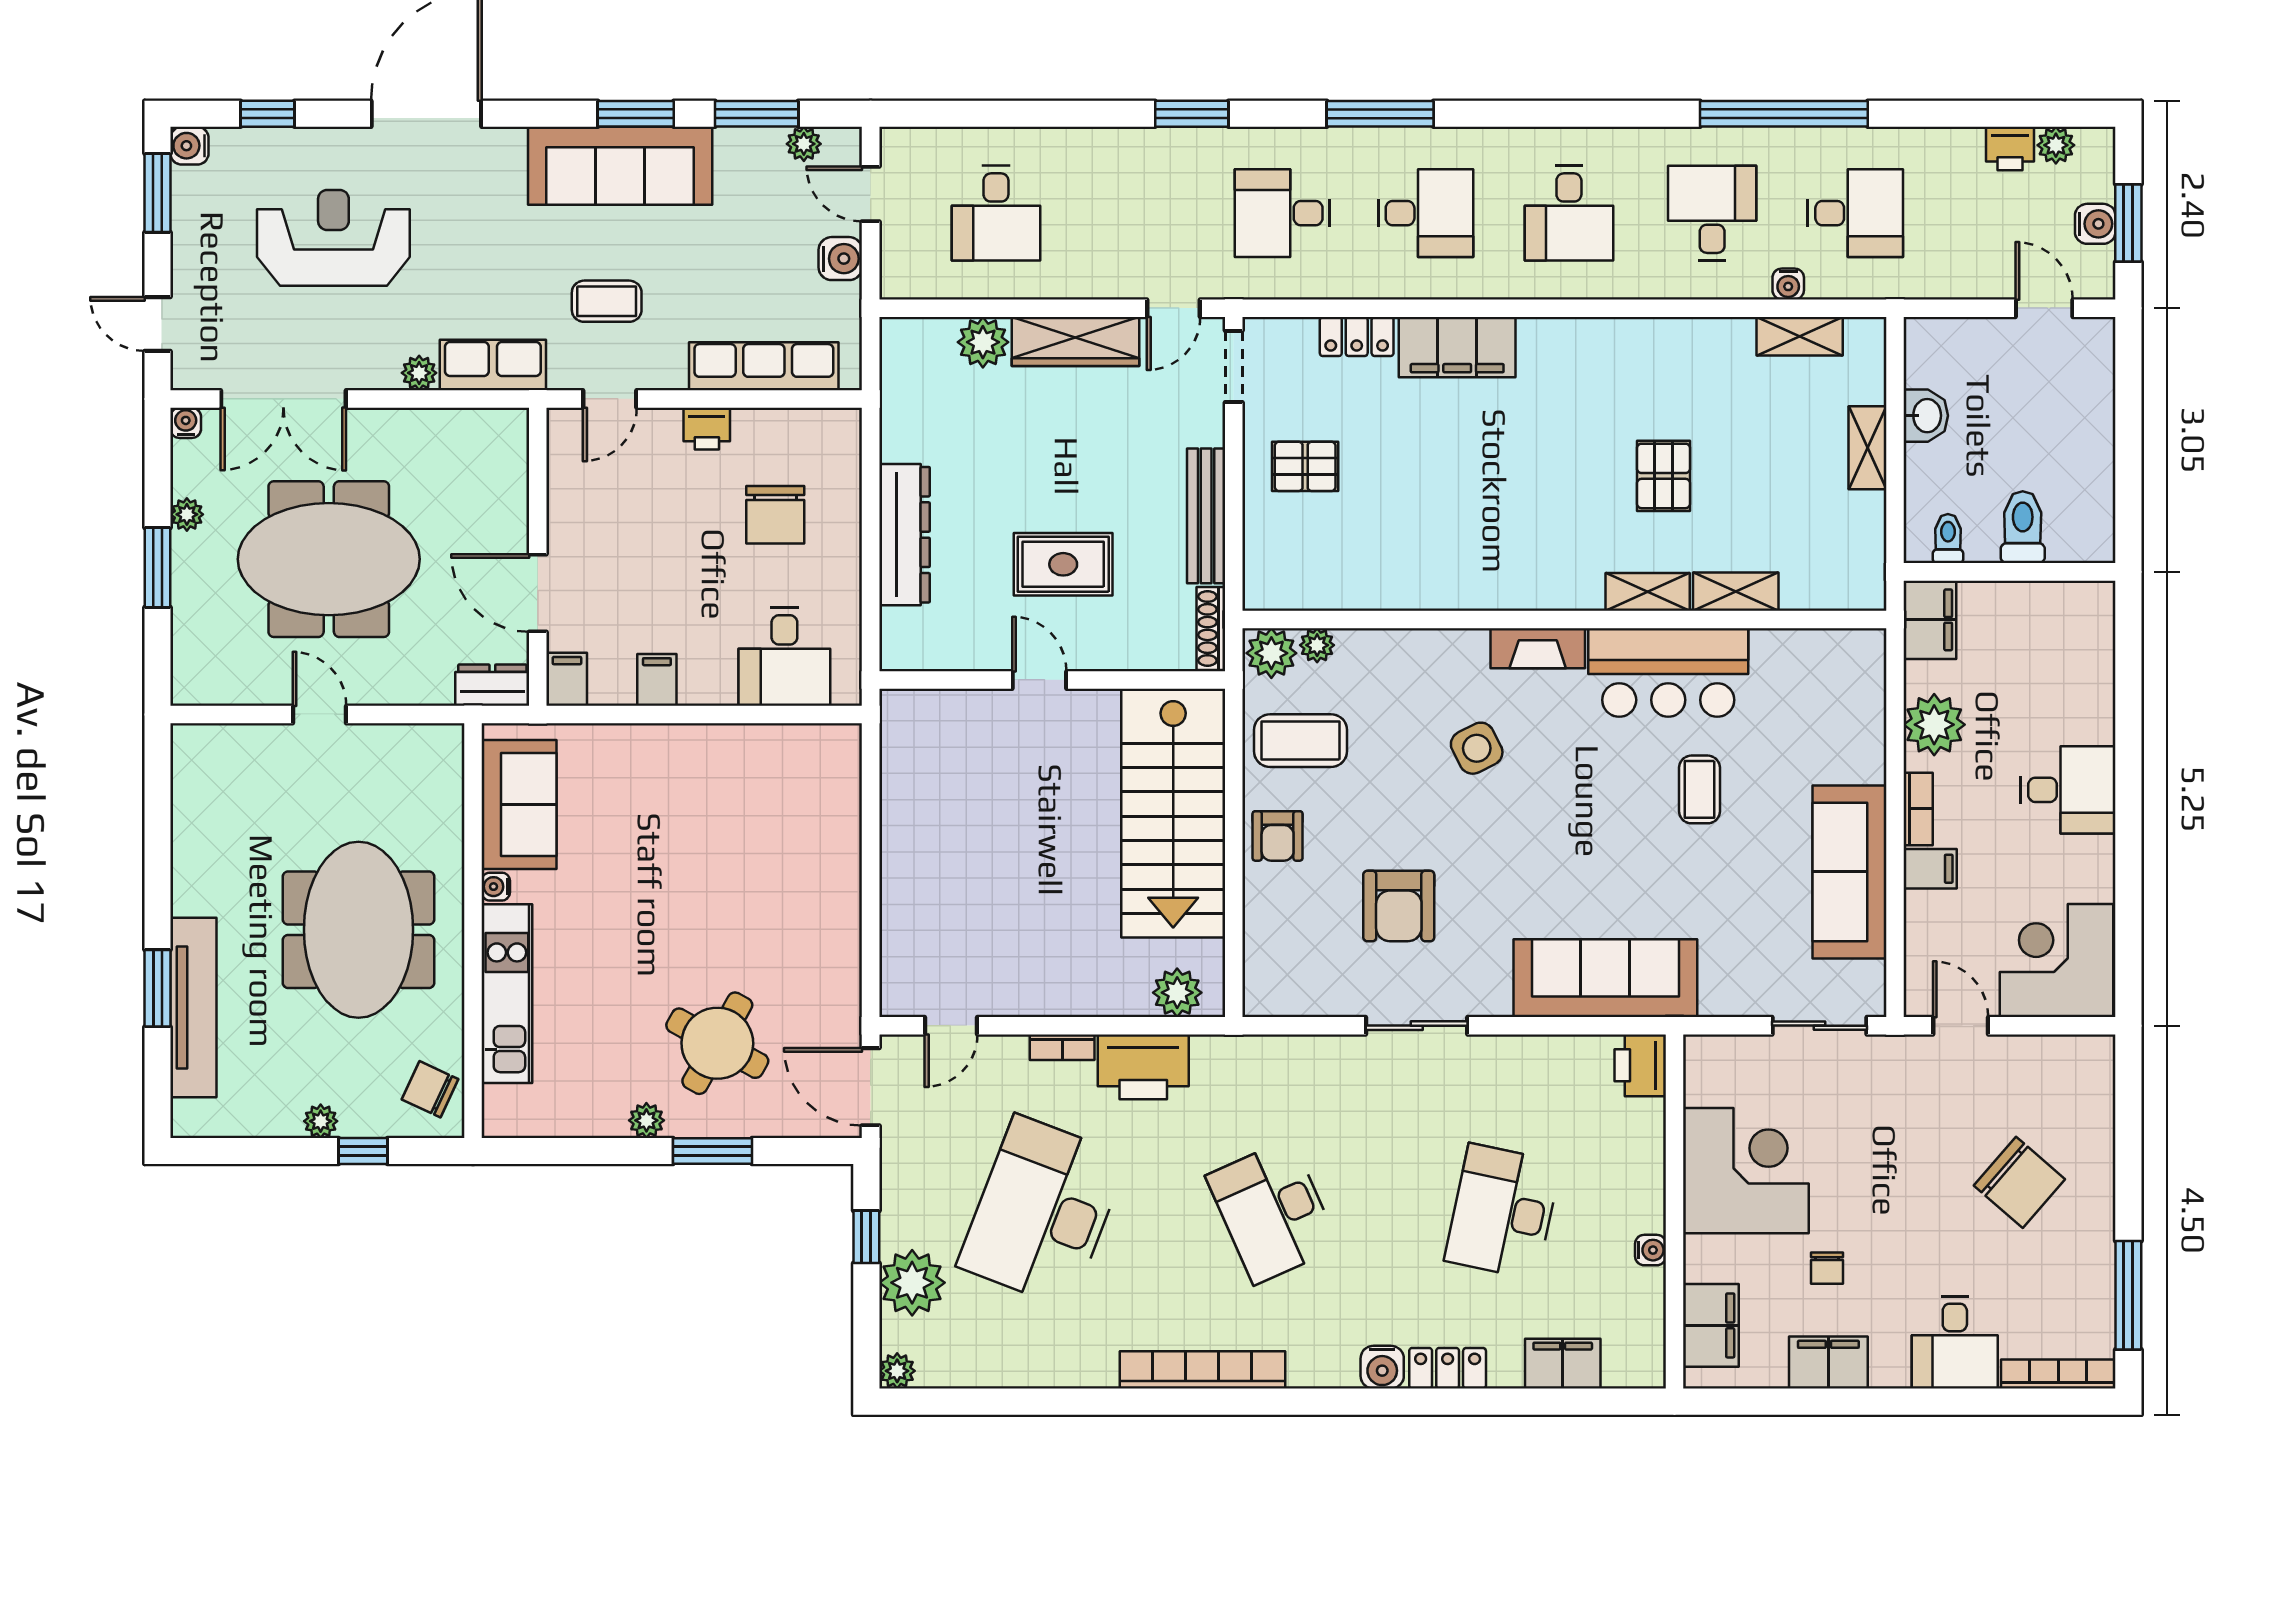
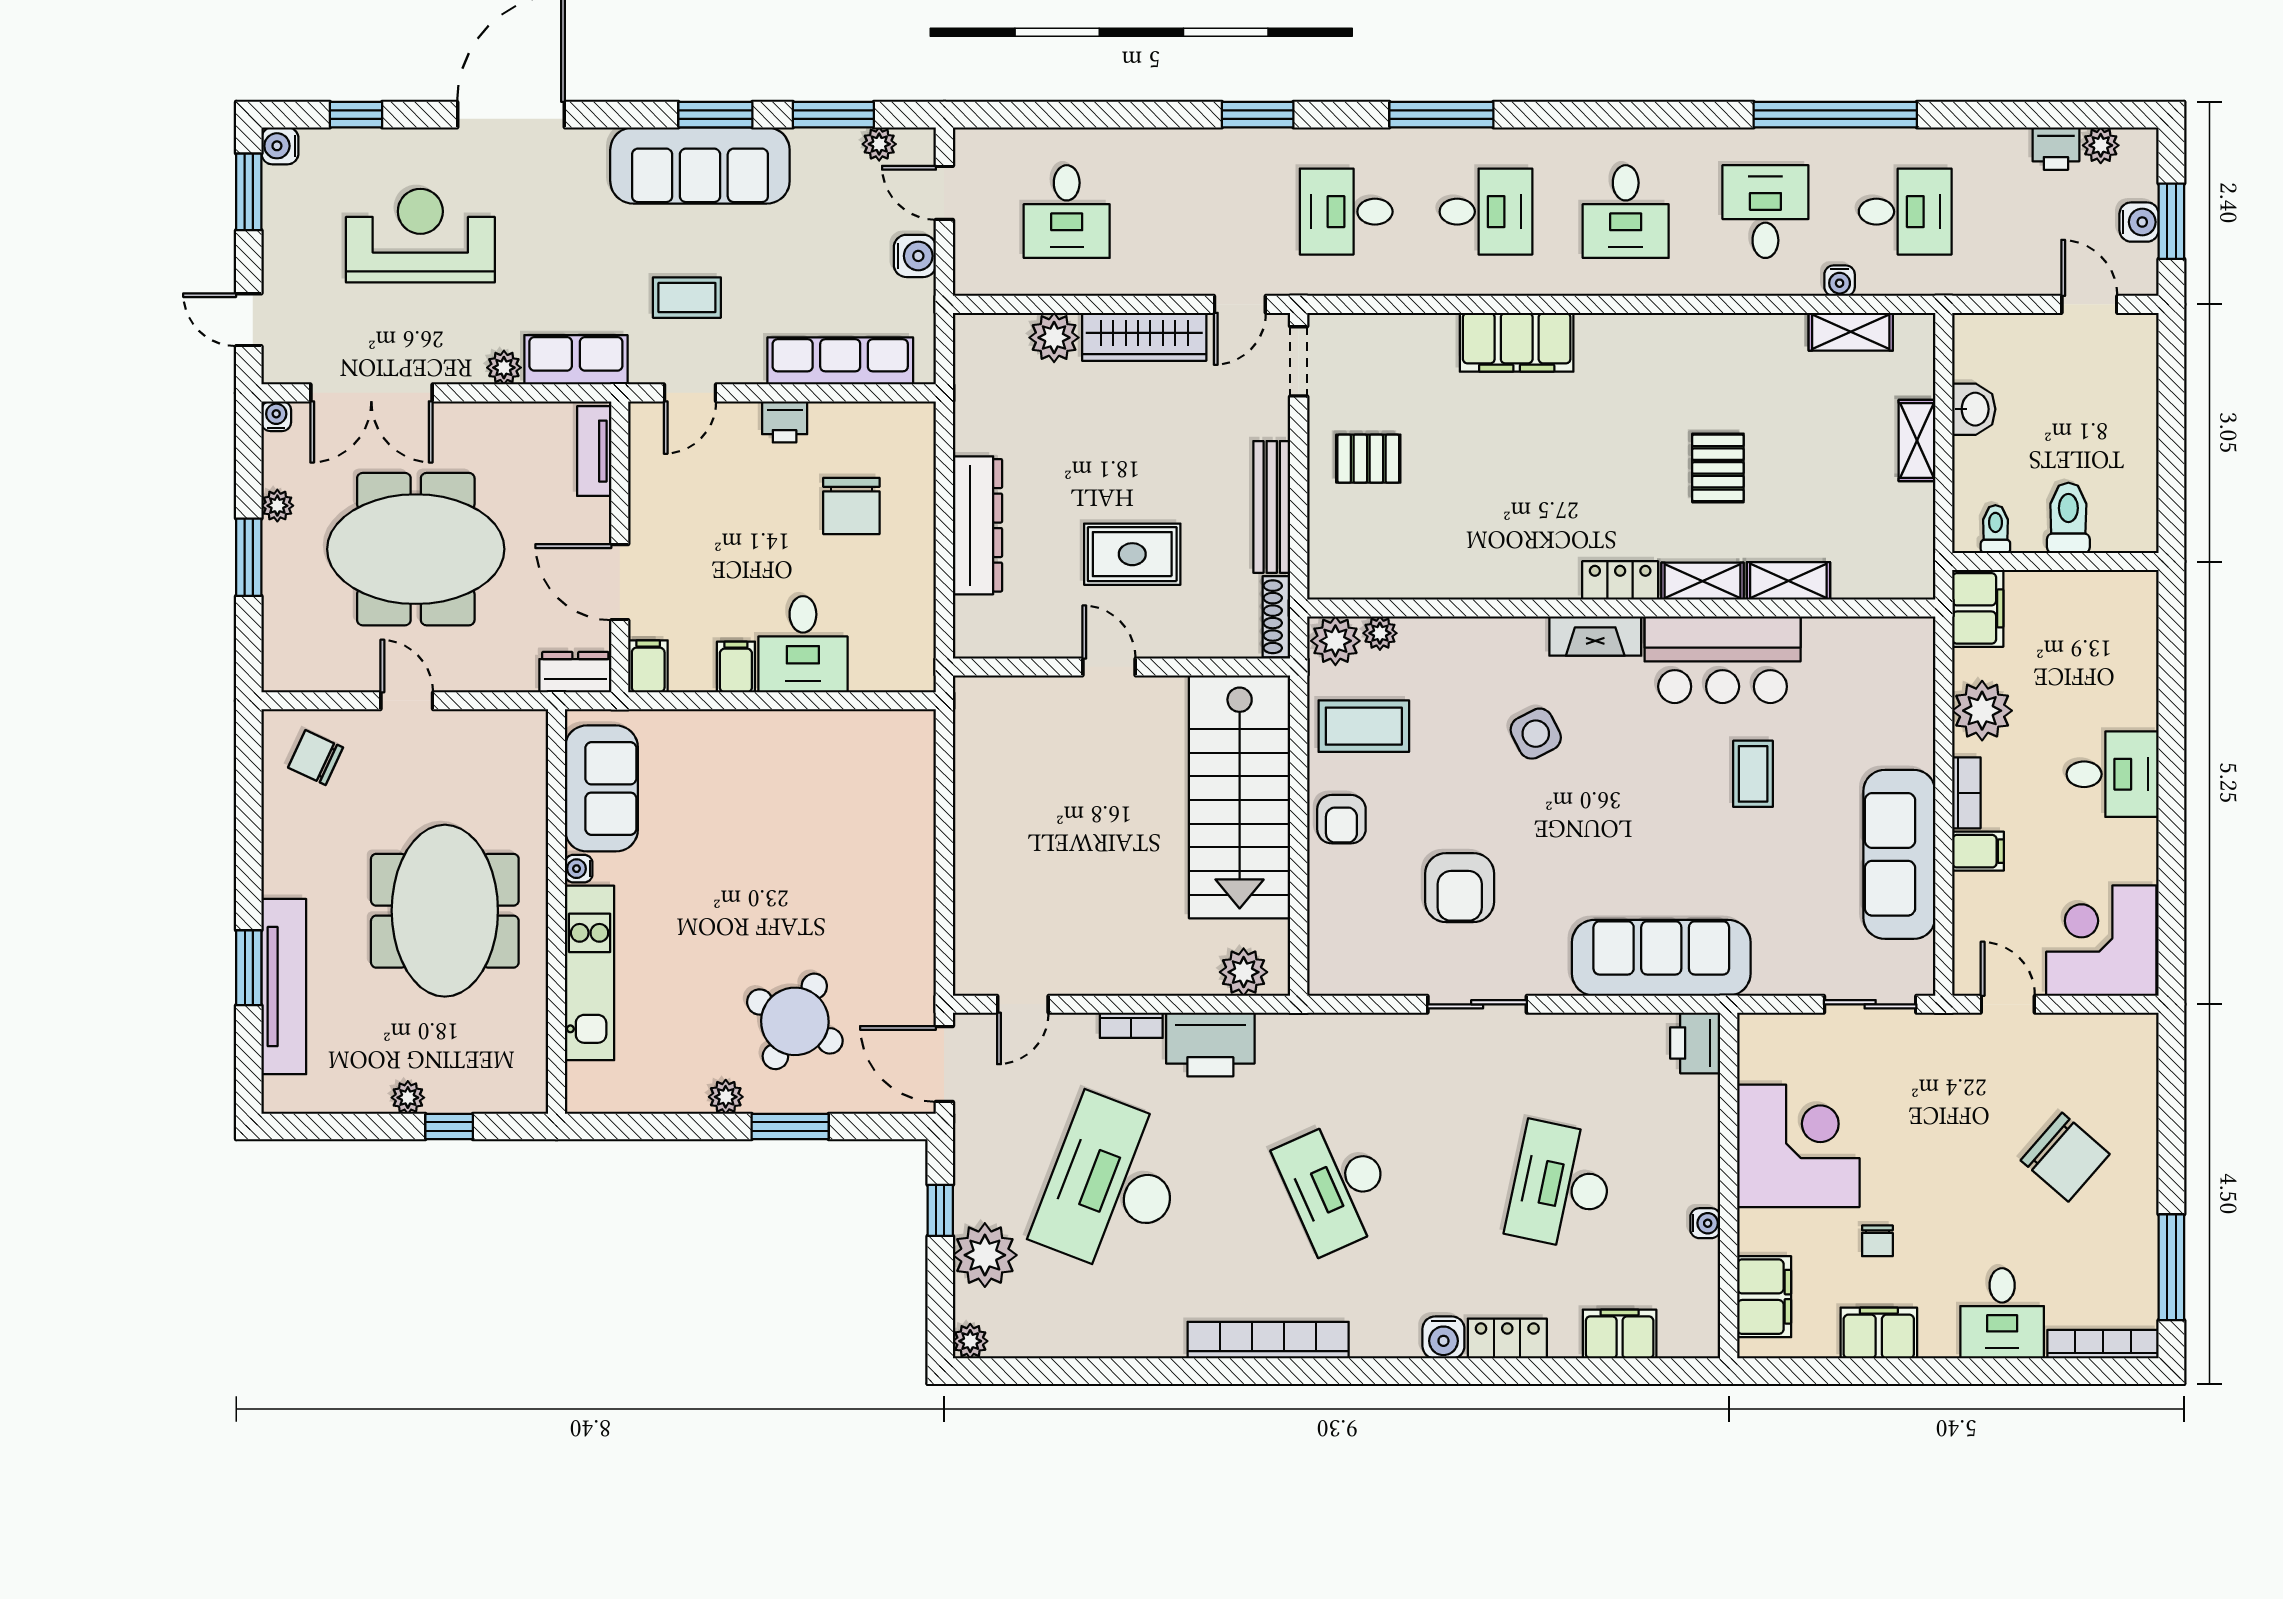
locker: (1357, 337) -> (1620, 580), moved, turned 180
tv unit: (512, 459) -> (594, 451), added
desk: (784, 657) -> (803, 644), moved
chair: (430, 1089) -> (316, 758), moved

